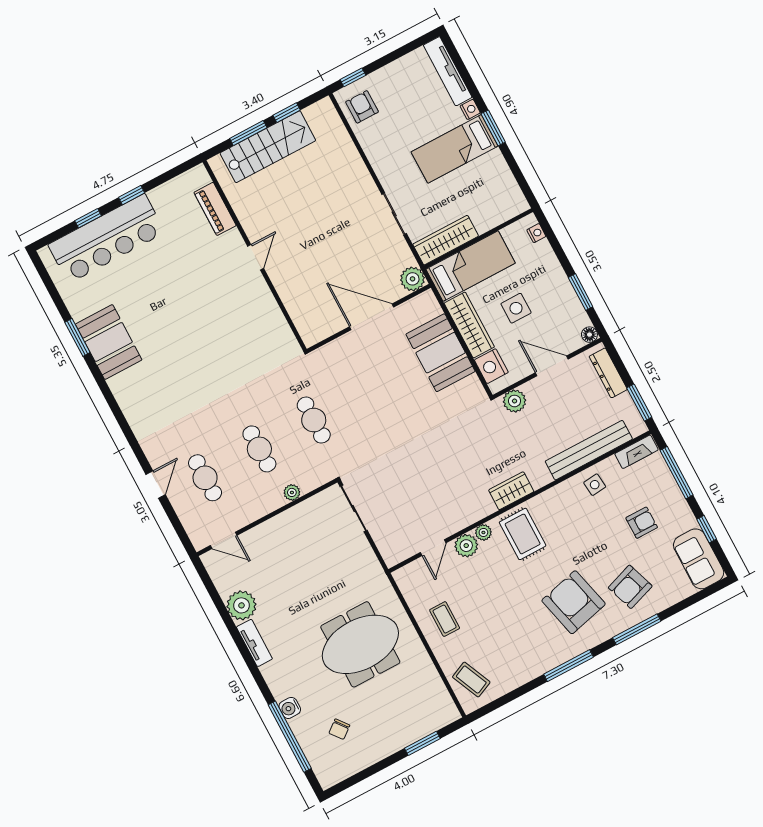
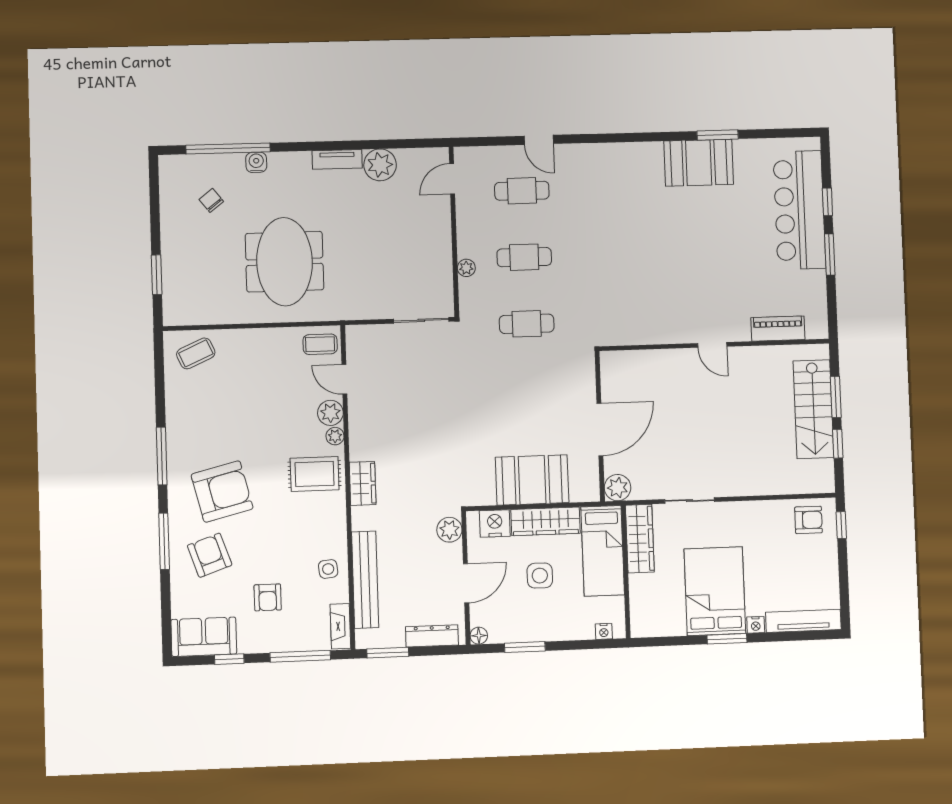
bed: (455, 149) -> (715, 591), width x1.50
window: (132, 195) -> (830, 255), width x1.50
coffee table: (445, 619) -> (320, 344), moved

